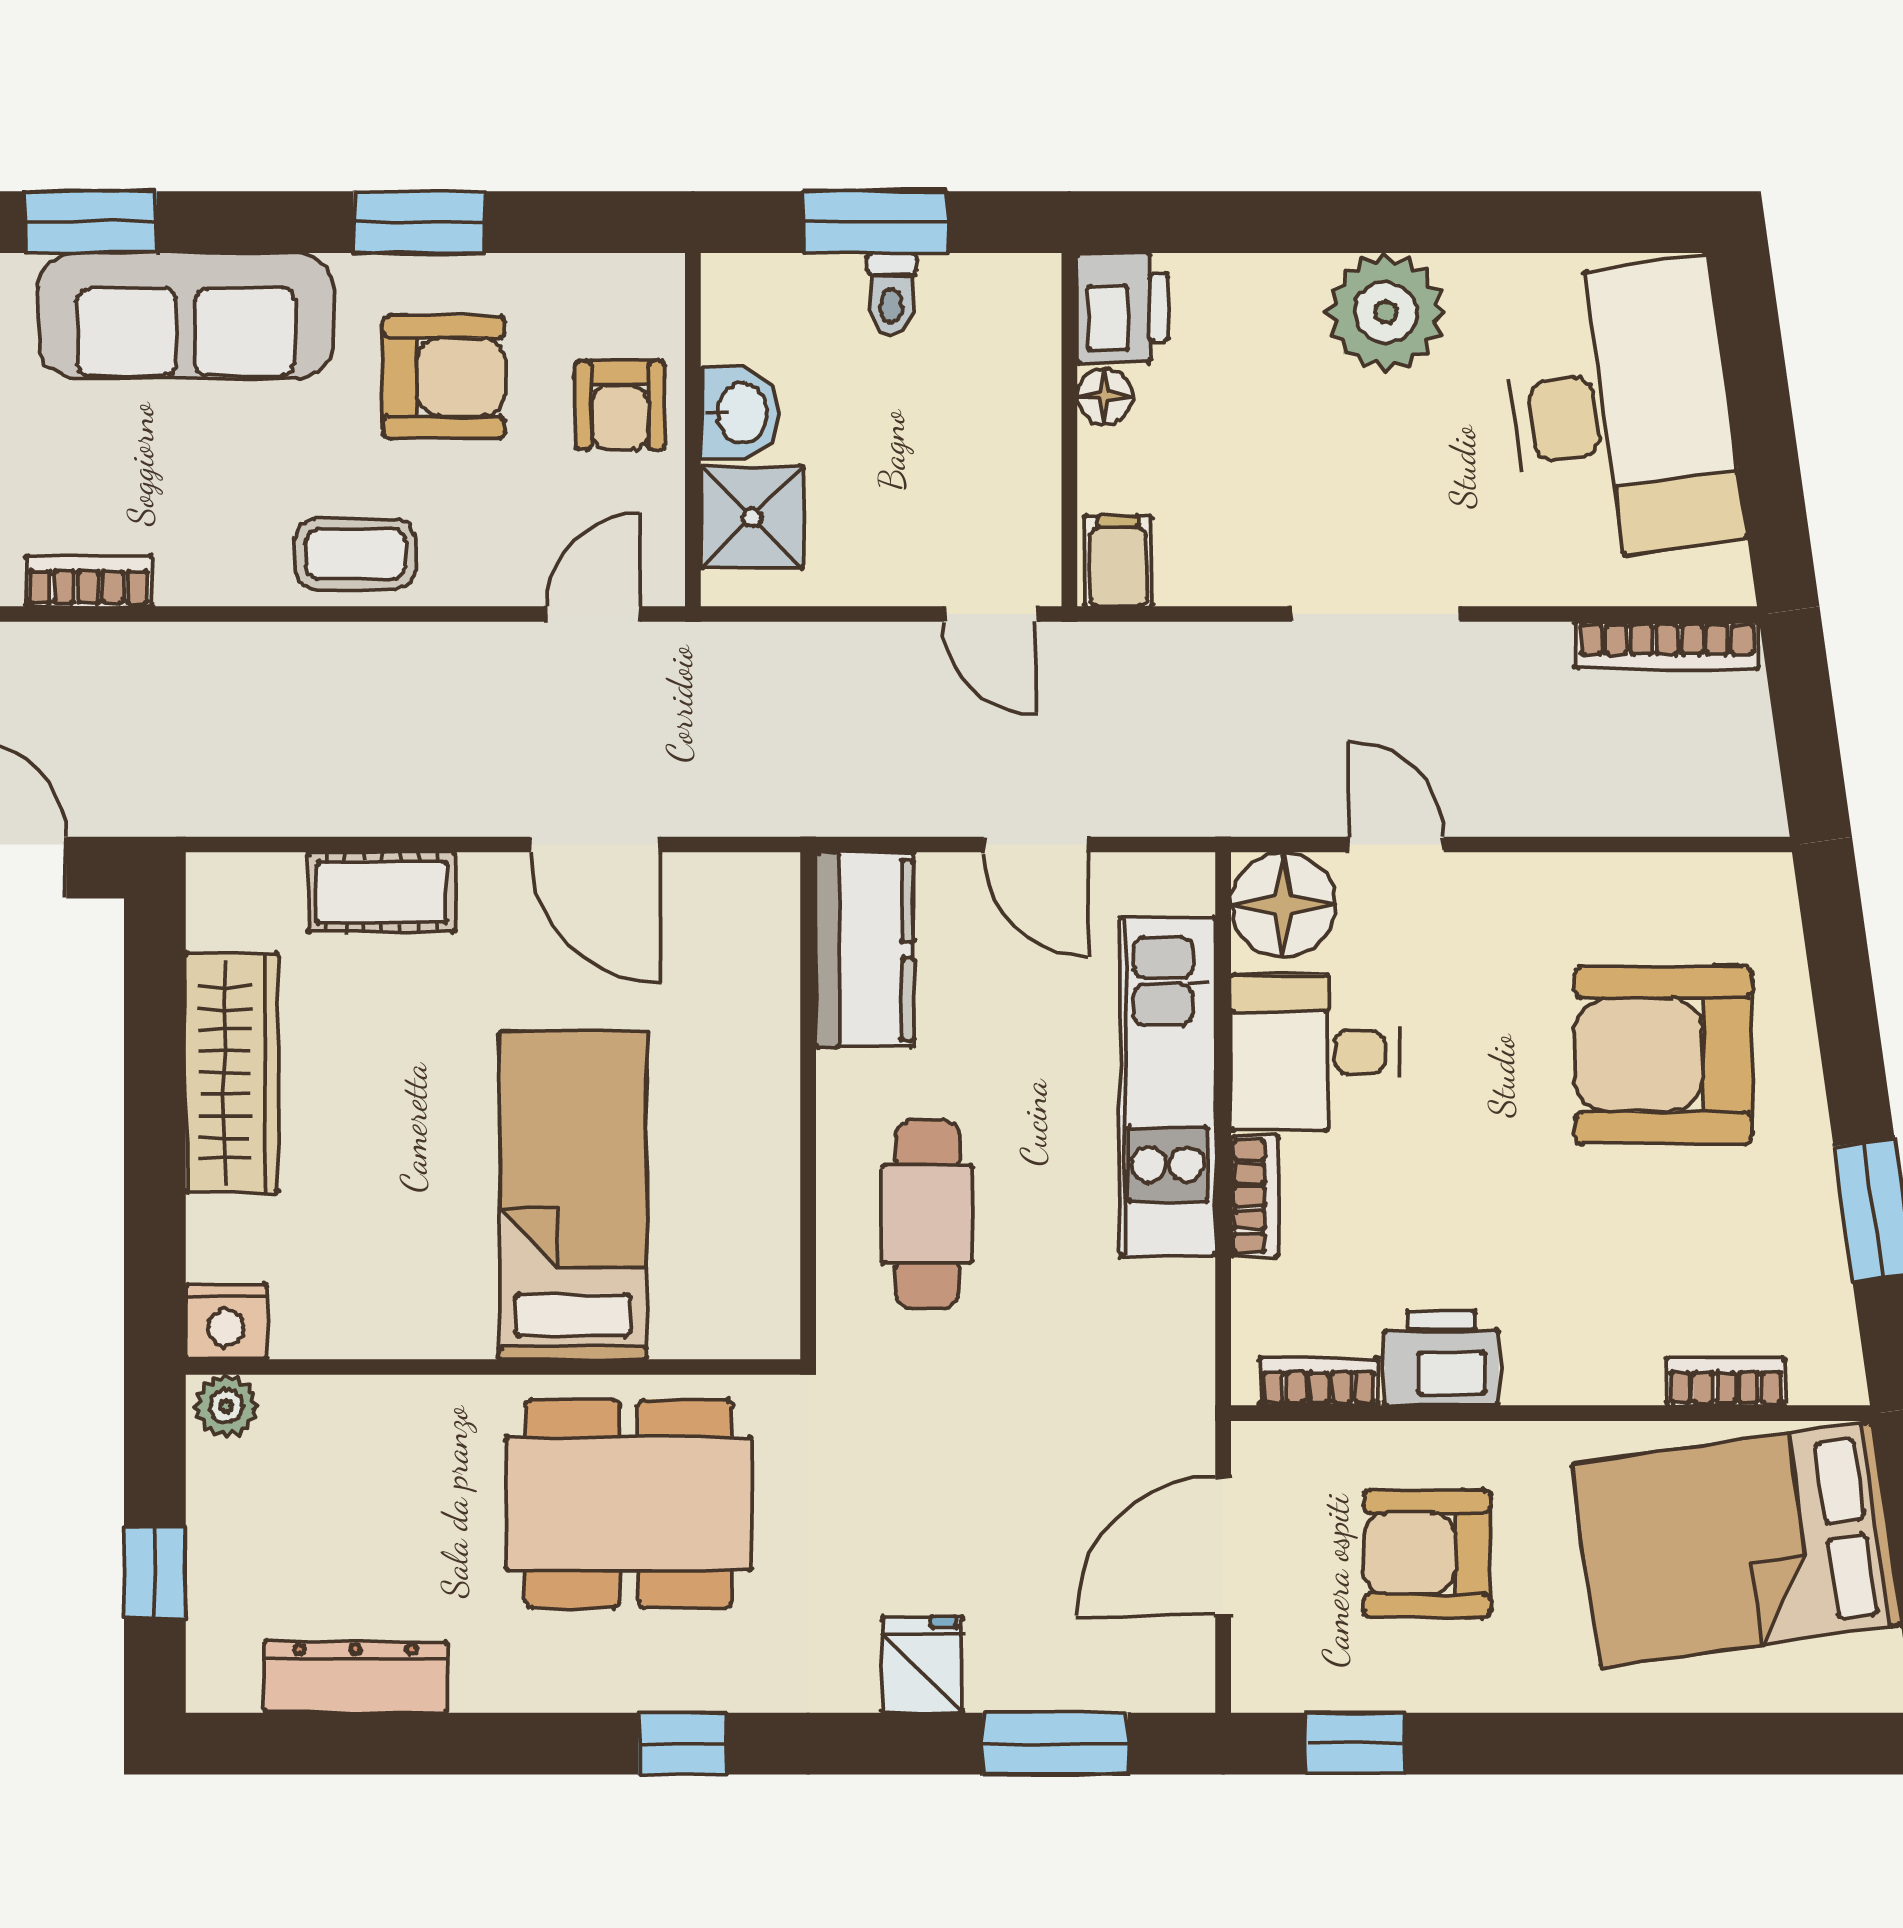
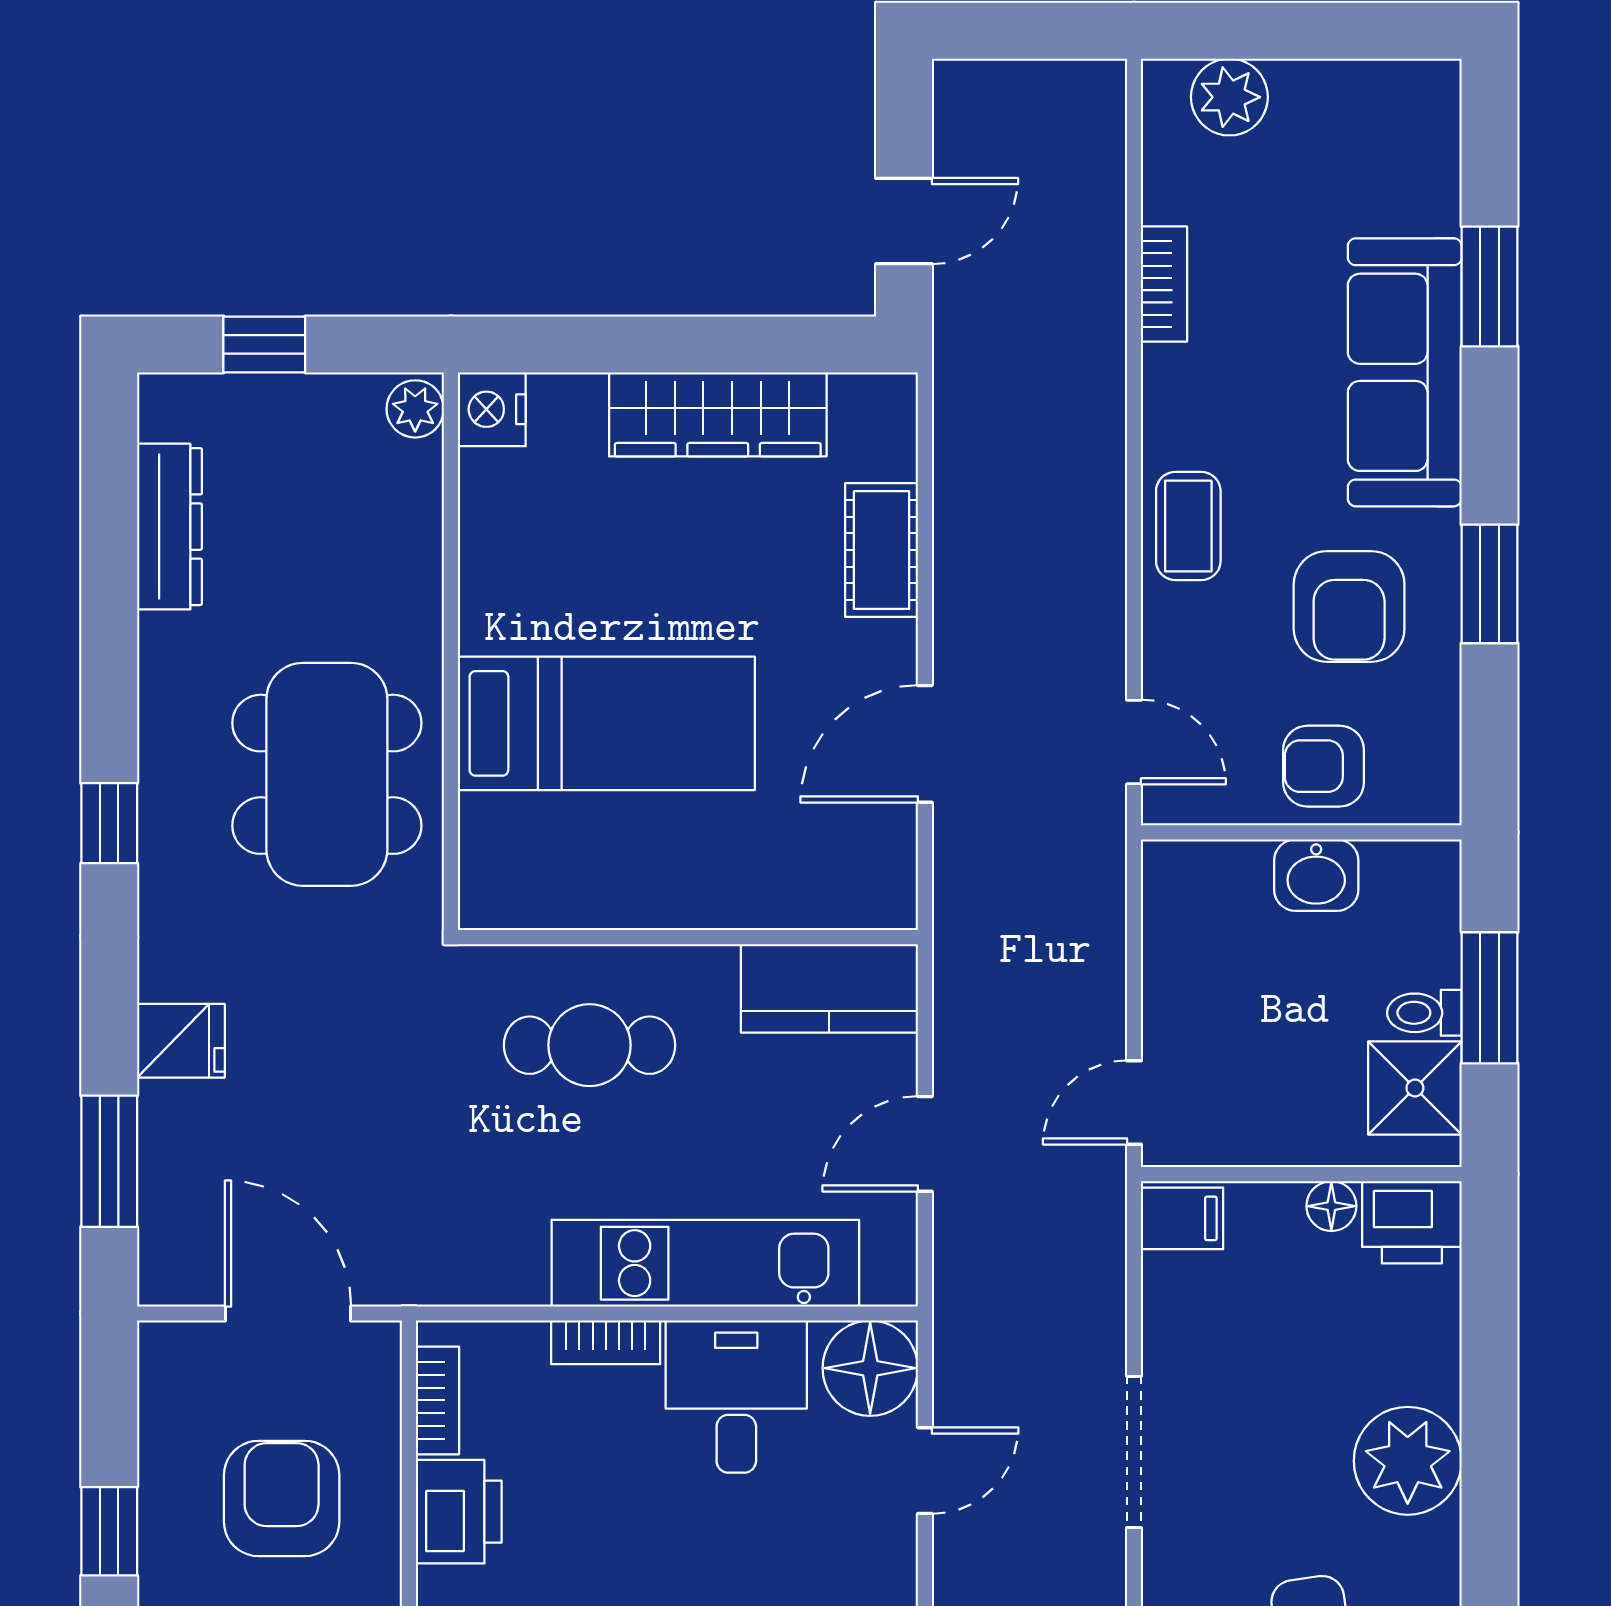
shower: (752, 517) -> (1415, 1088), moved
window: (1355, 1744) -> (109, 1531), moved

